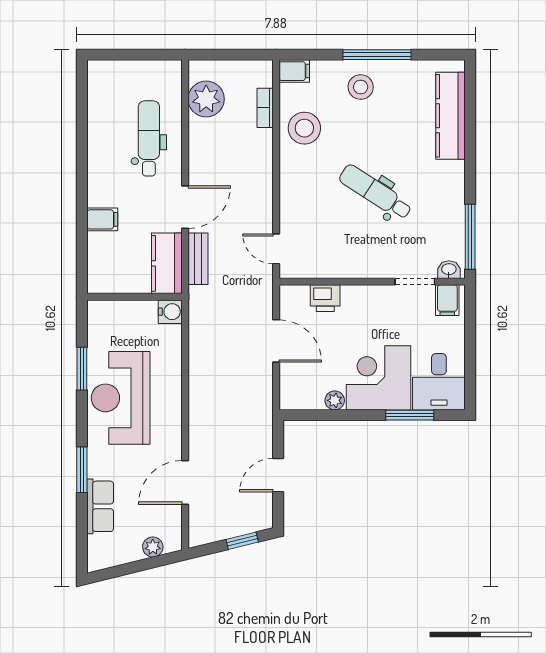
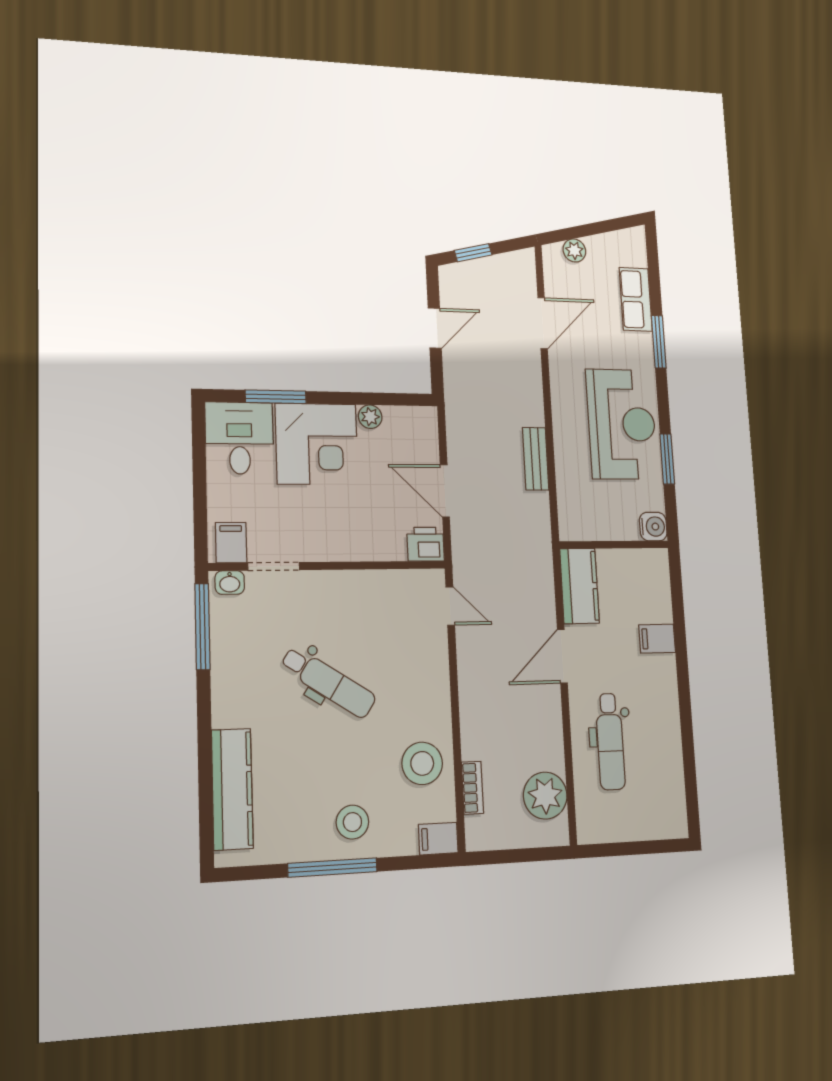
bench: (198, 259) -> (536, 459), moved
printer: (325, 298) -> (426, 544), moved
water cooler: (170, 312) -> (653, 527), moved, turned 180

